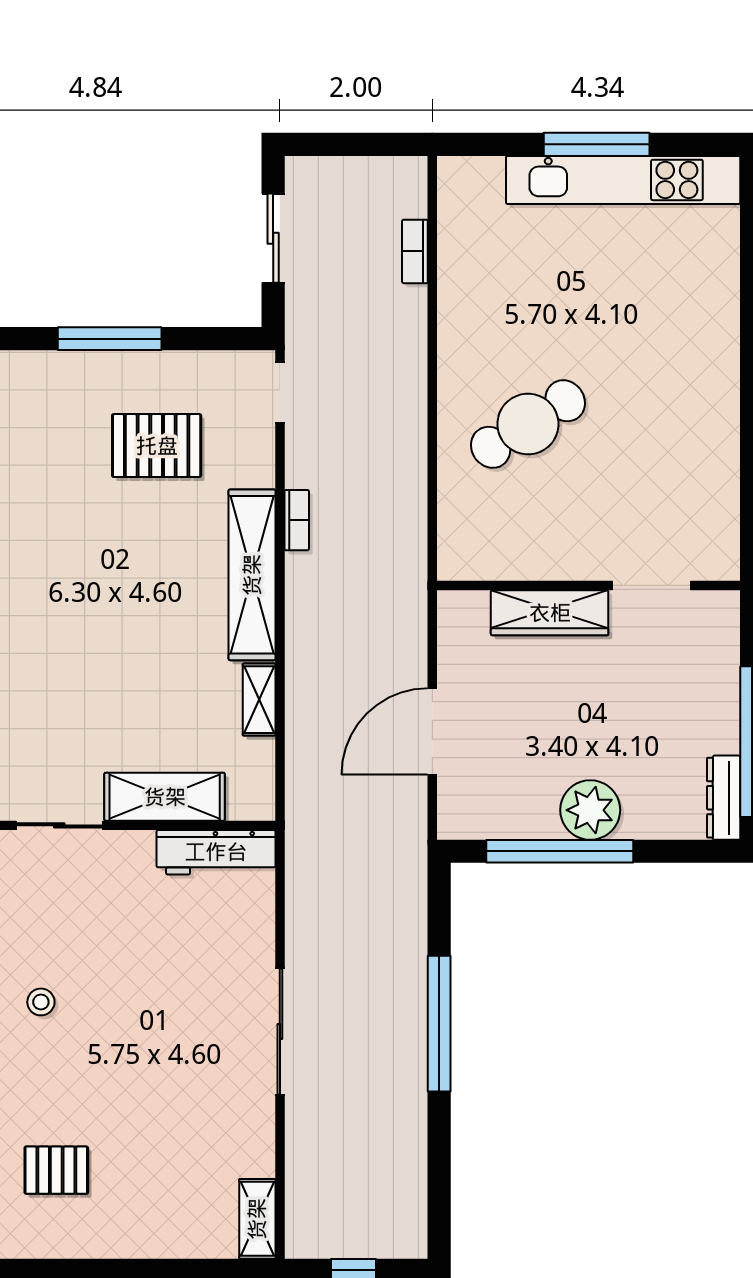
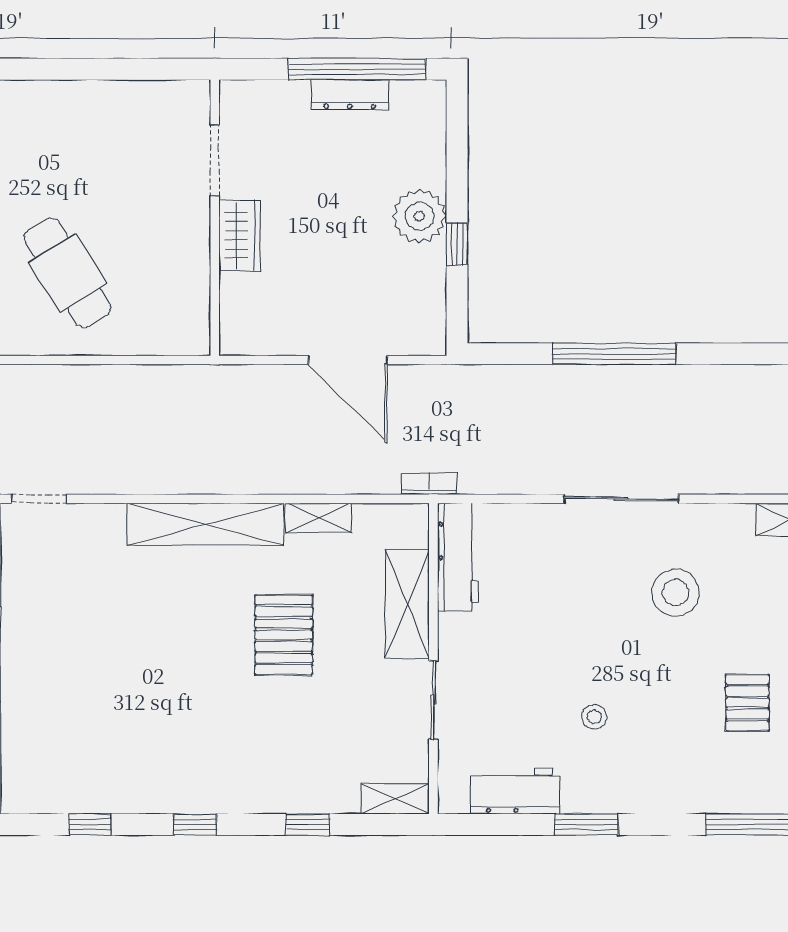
pallet: (157, 446) -> (284, 635), moved
bookcase: (297, 520) -> (429, 484), moved
wardrobe: (550, 613) -> (240, 235), width x0.67
dresser: (724, 798) -> (350, 95), moved
window: (560, 851) -> (457, 244), width x0.32
stool: (177, 1091) -> (676, 593), added

